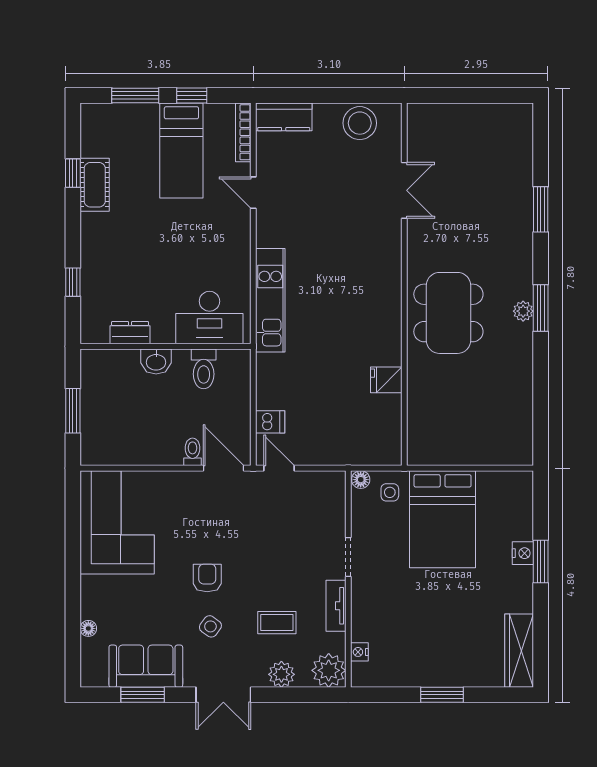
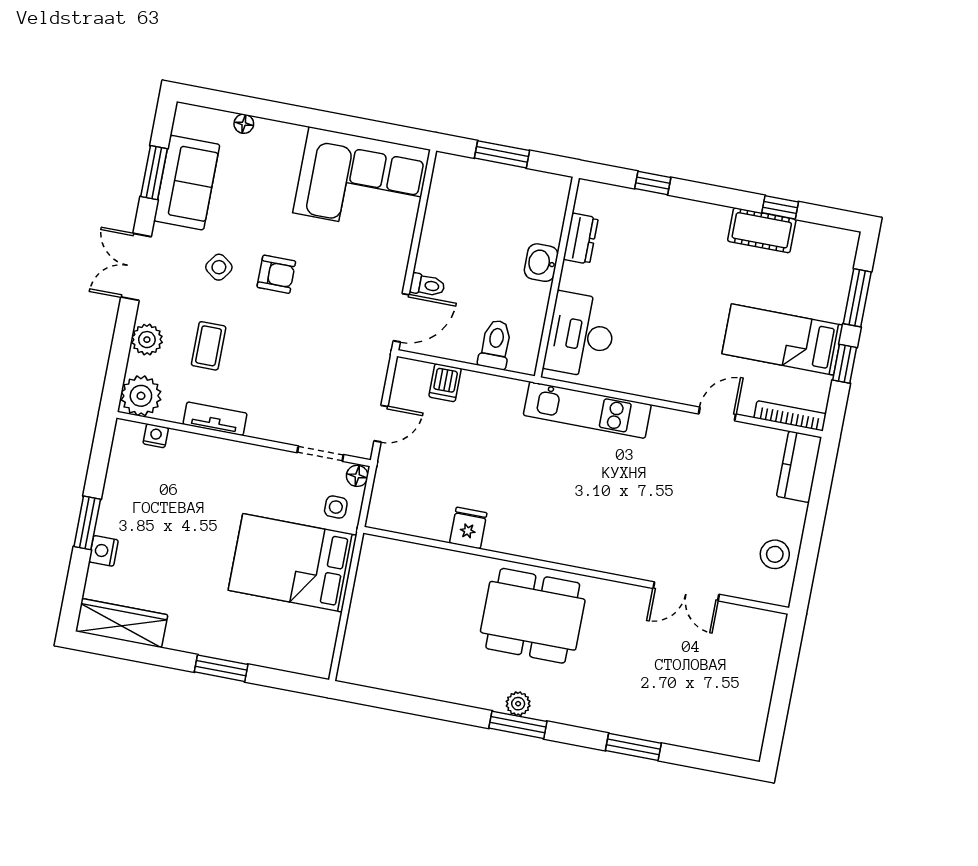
stool: (360, 123) -> (775, 554), width x0.73, depth x0.73
toilet: (204, 369) -> (495, 344), moved, turned 90
door: (279, 468) -> (381, 424), moved
nightstand: (523, 553) -> (104, 551), moved, turned 90
doorway: (348, 557) -> (320, 454), moved

